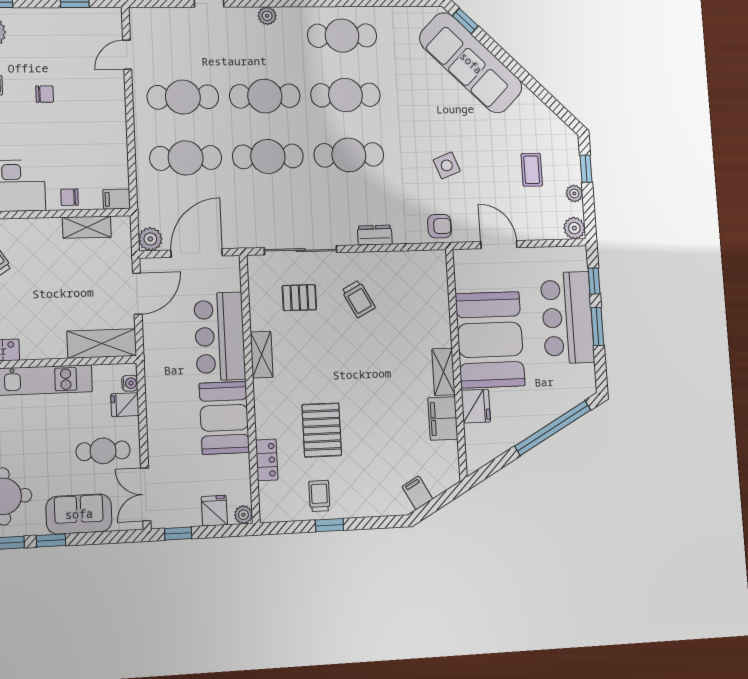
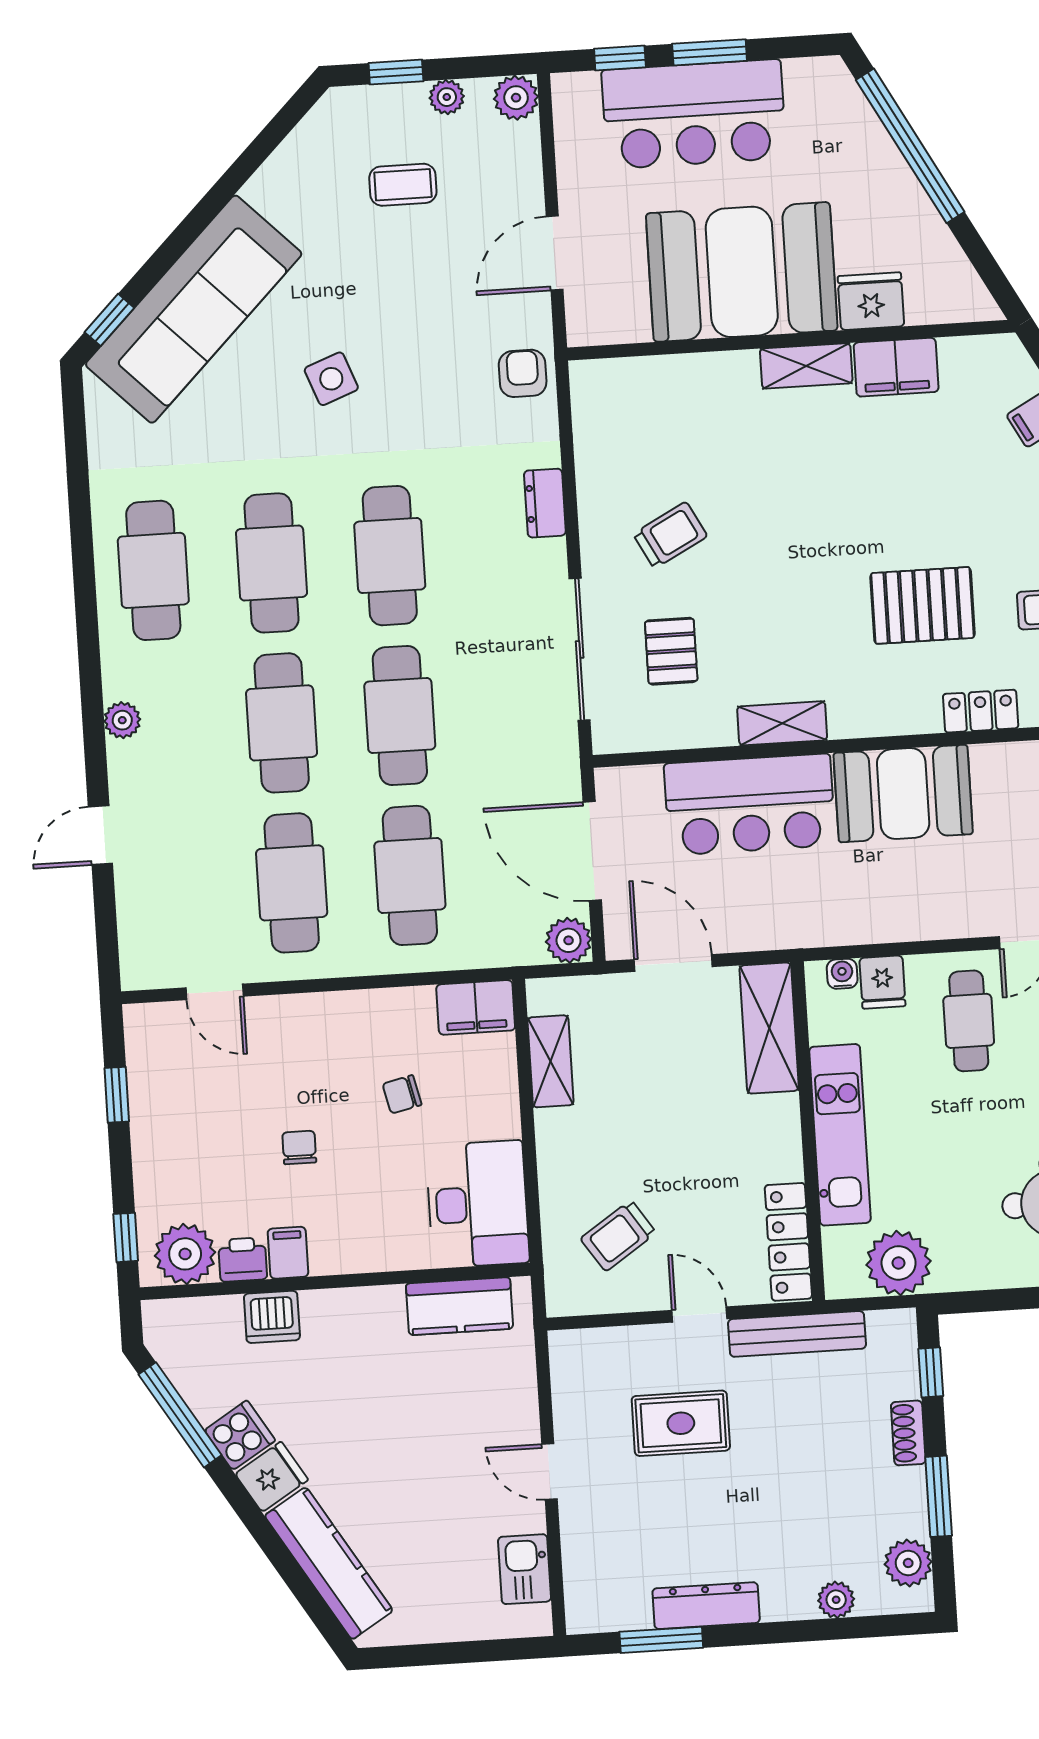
side table: (447, 165) -> (331, 379), moved
chair: (70, 197) -> (402, 1094), moved, turned 77
filing cabinet: (117, 199) -> (476, 1007), width x2.00

